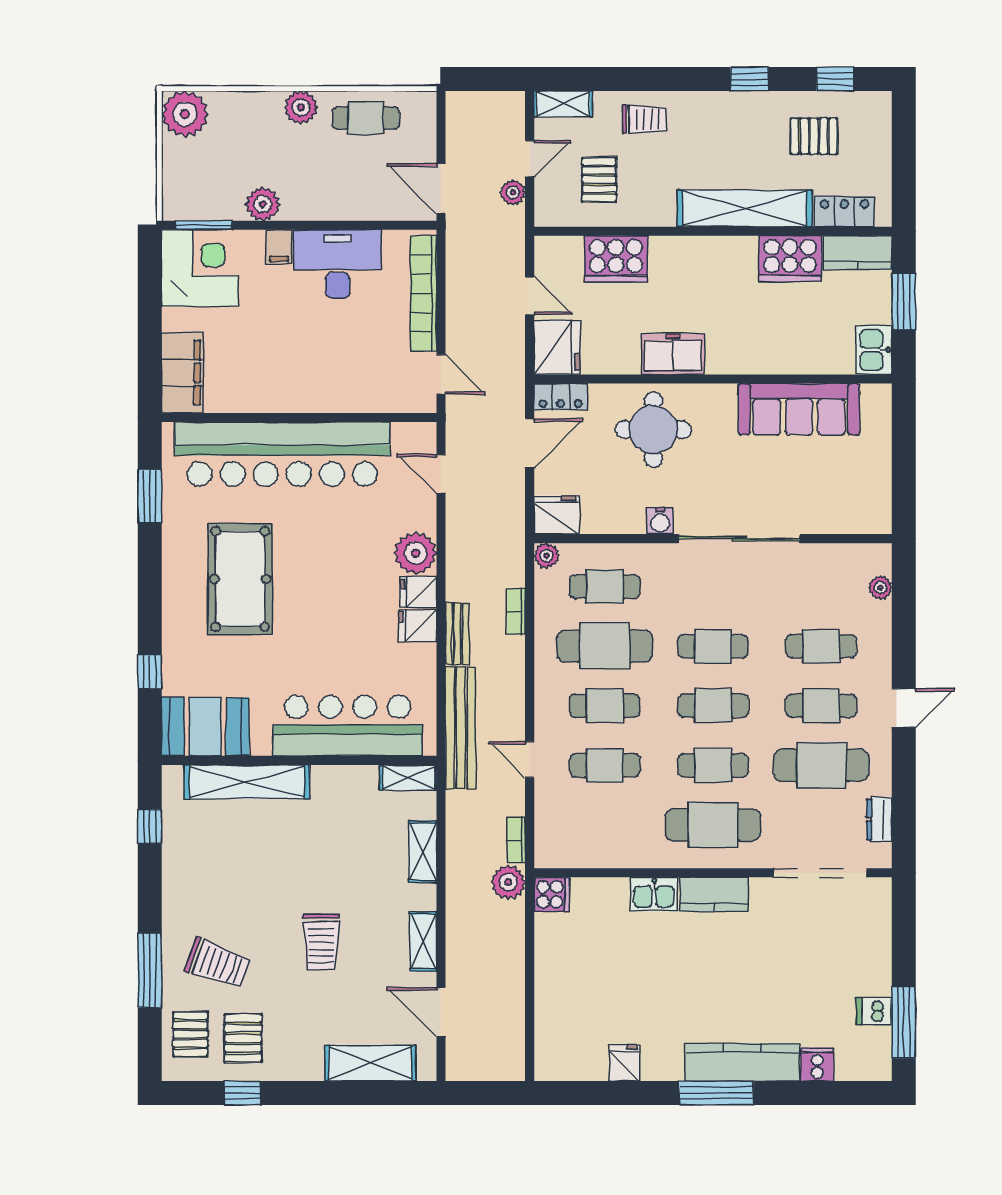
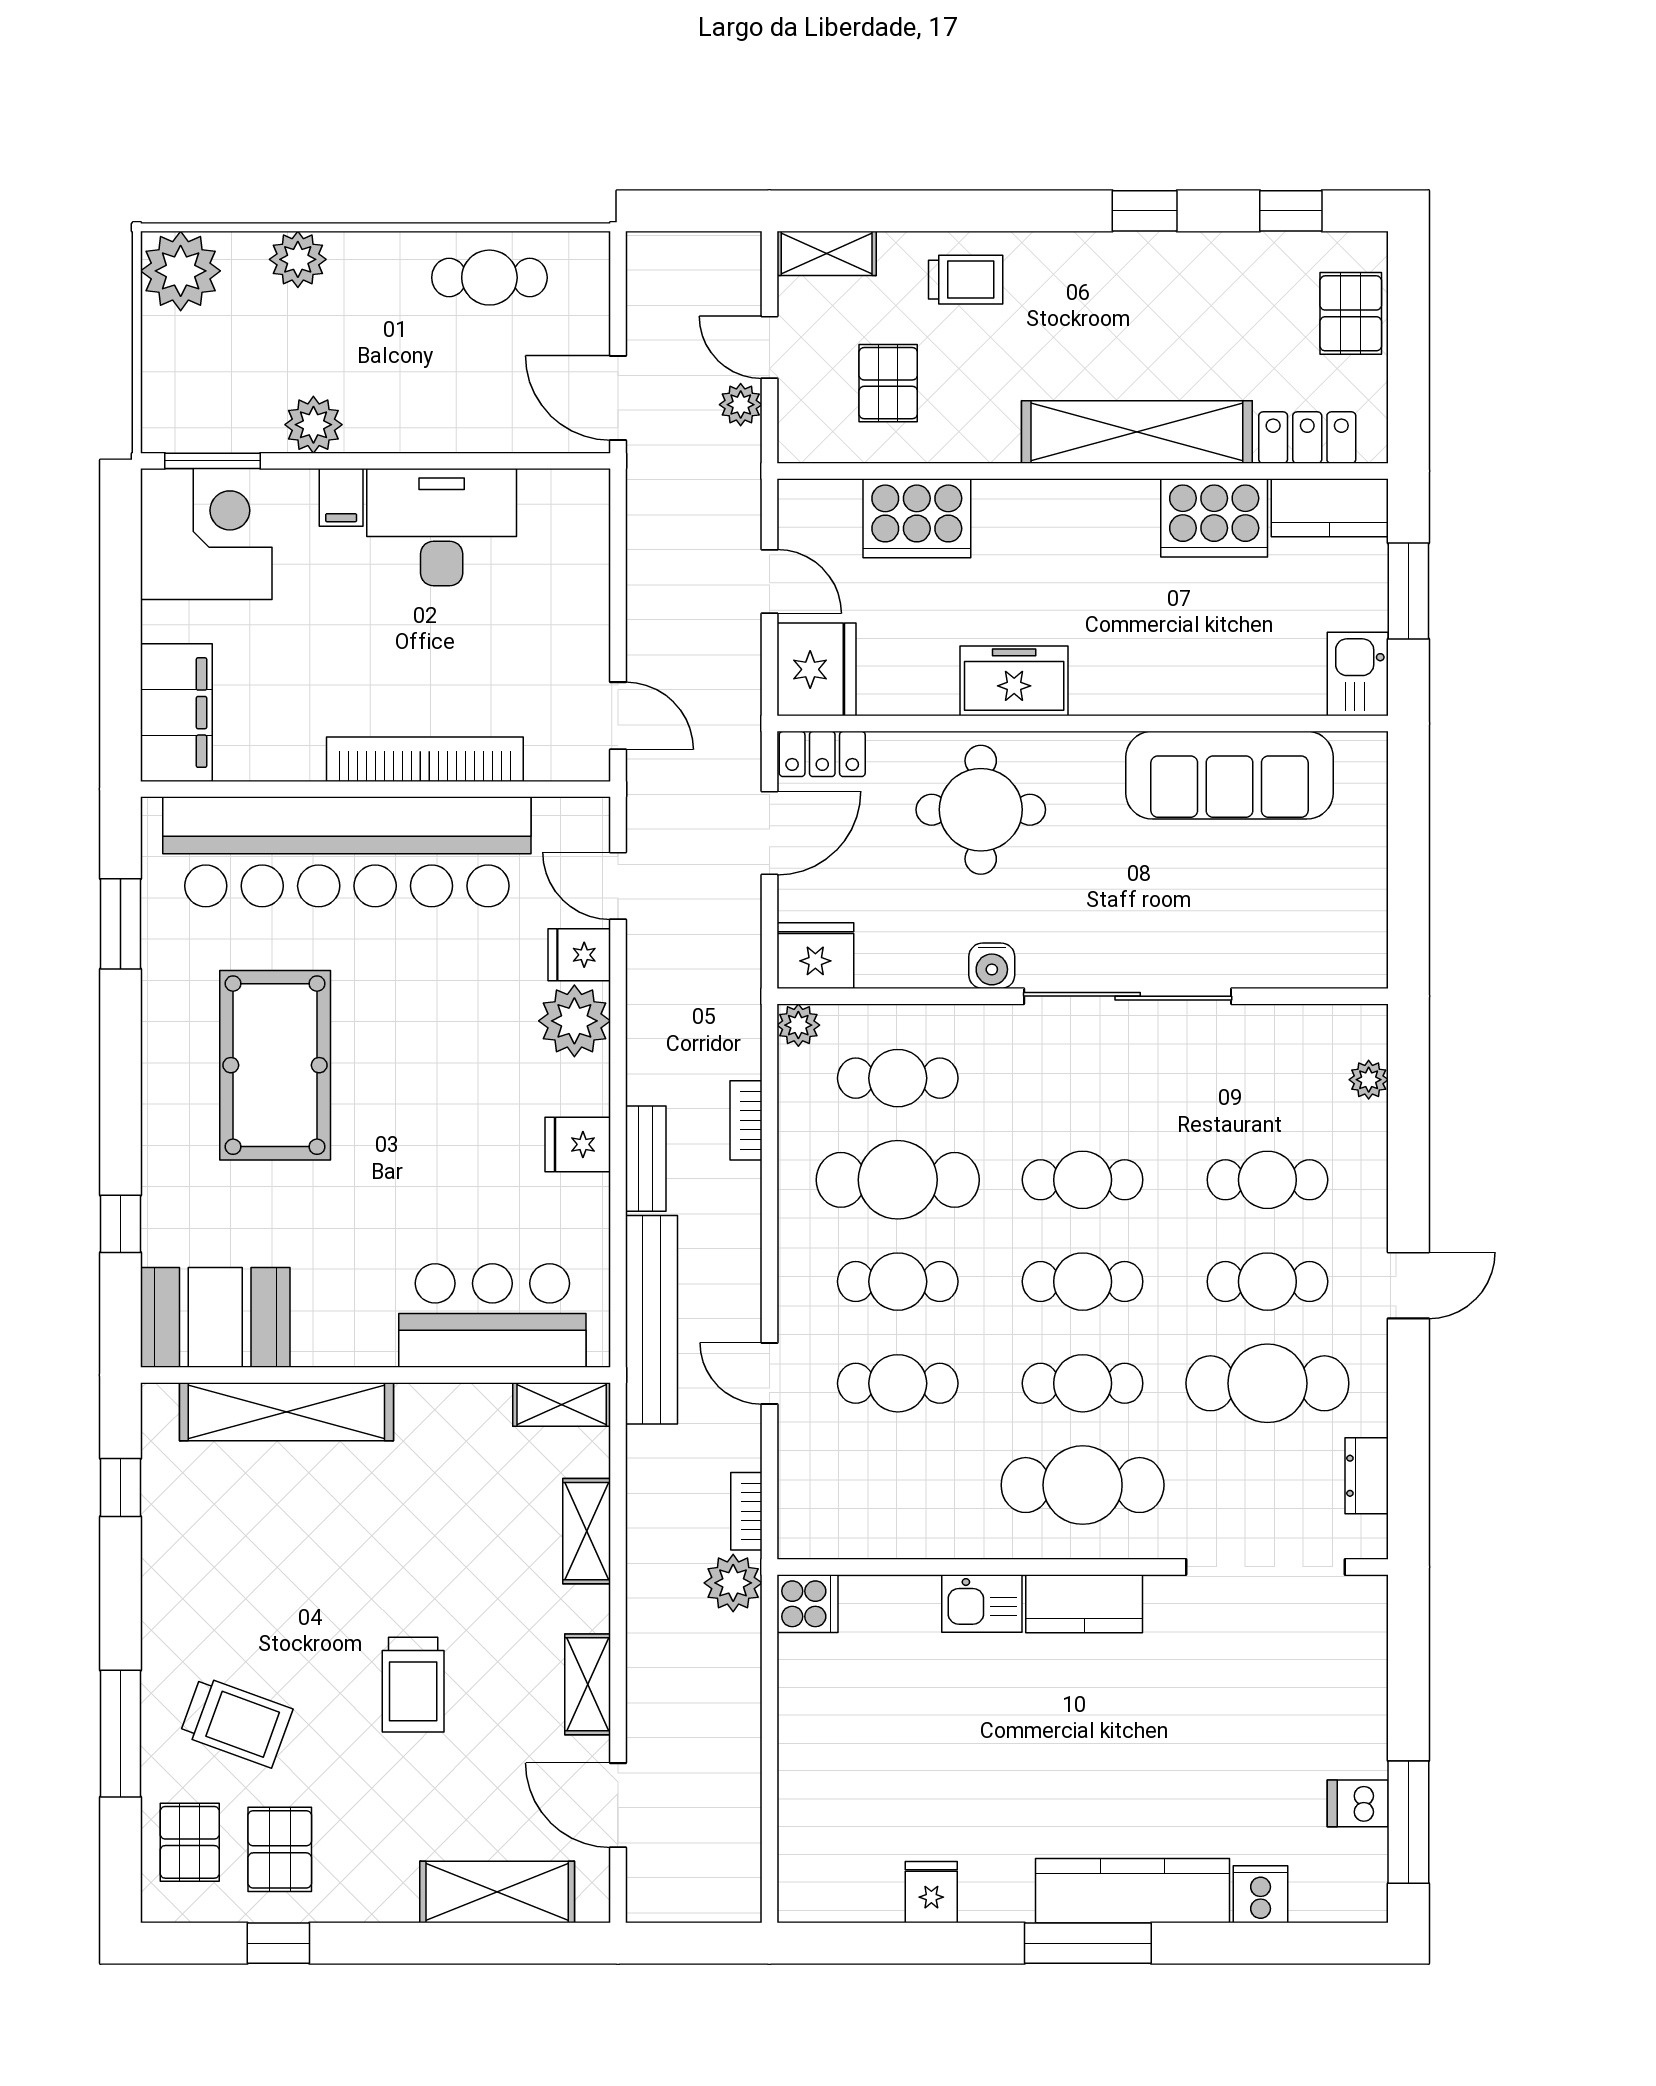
plant: (301, 107) -> (298, 259), moved
pallet: (814, 136) -> (1351, 313), moved, turned 90
door: (530, 159) -> (769, 347), swing flipped
bookcase: (423, 293) -> (425, 759), moved, turned 90
fridge: (418, 592) -> (579, 955), moved
bar counter: (348, 726) -> (492, 1316), width x0.73

